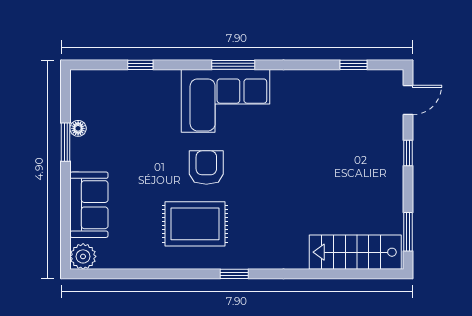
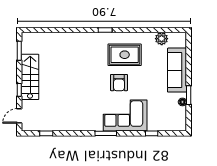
corner sofa: (226, 101) -> (125, 116), moved
sofa: (89, 205) -> (177, 70), width x1.36
stairs: (355, 252) -> (30, 77), moved, turned -90
plant: (83, 256) -> (162, 39), moved

